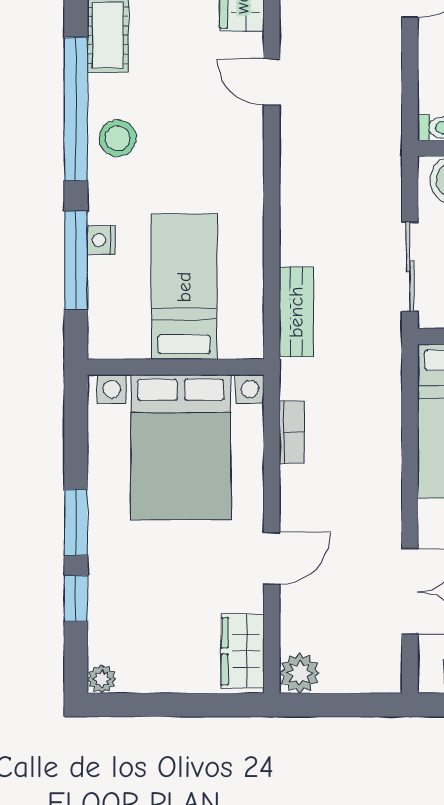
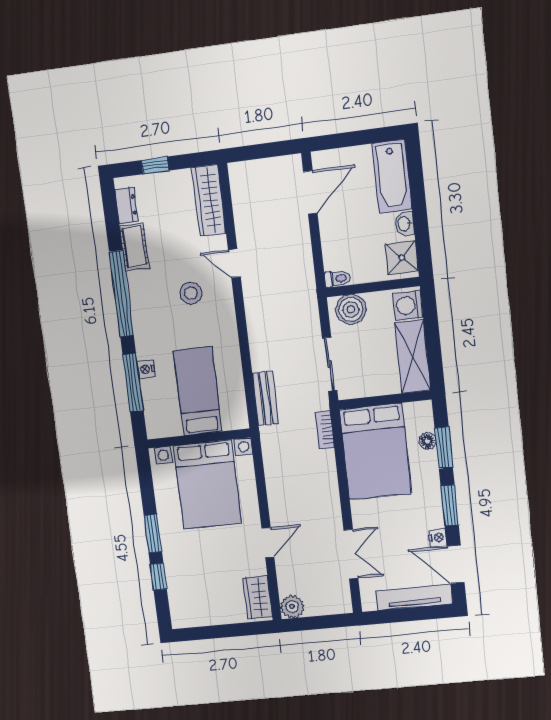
stool: (118, 138) -> (191, 293), moved
bookcase: (292, 432) -> (325, 430), moved, turned 180
plant: (102, 679) -> (179, 620), removed

